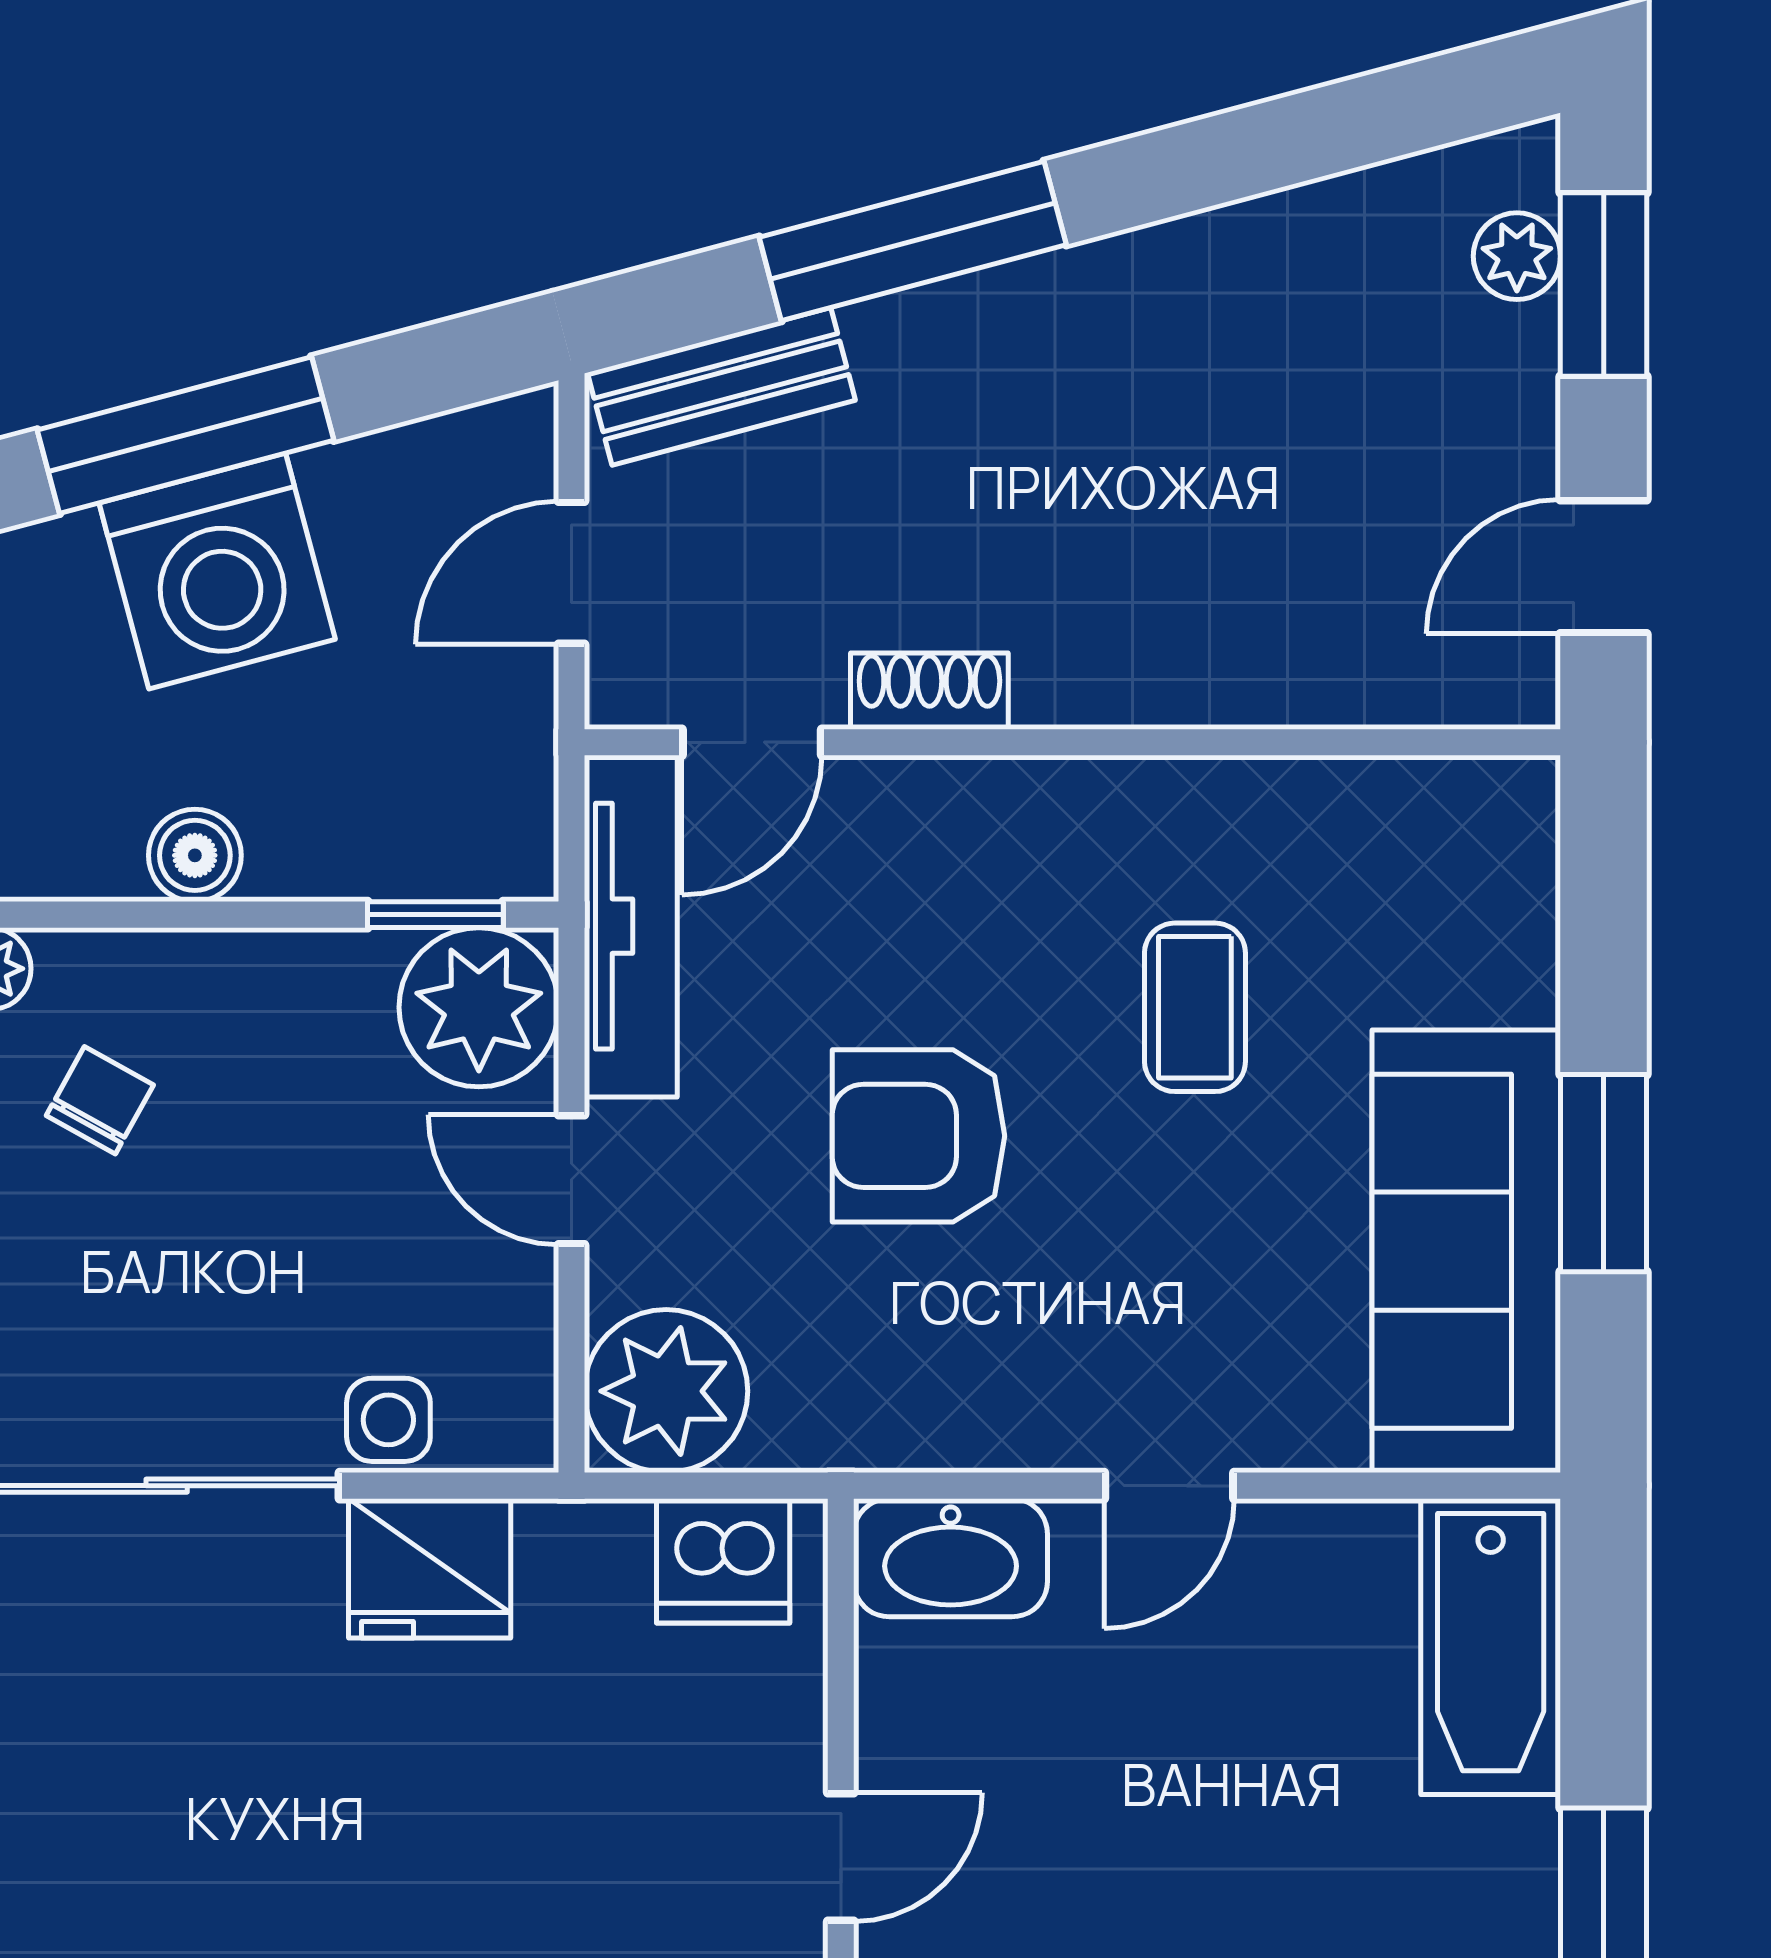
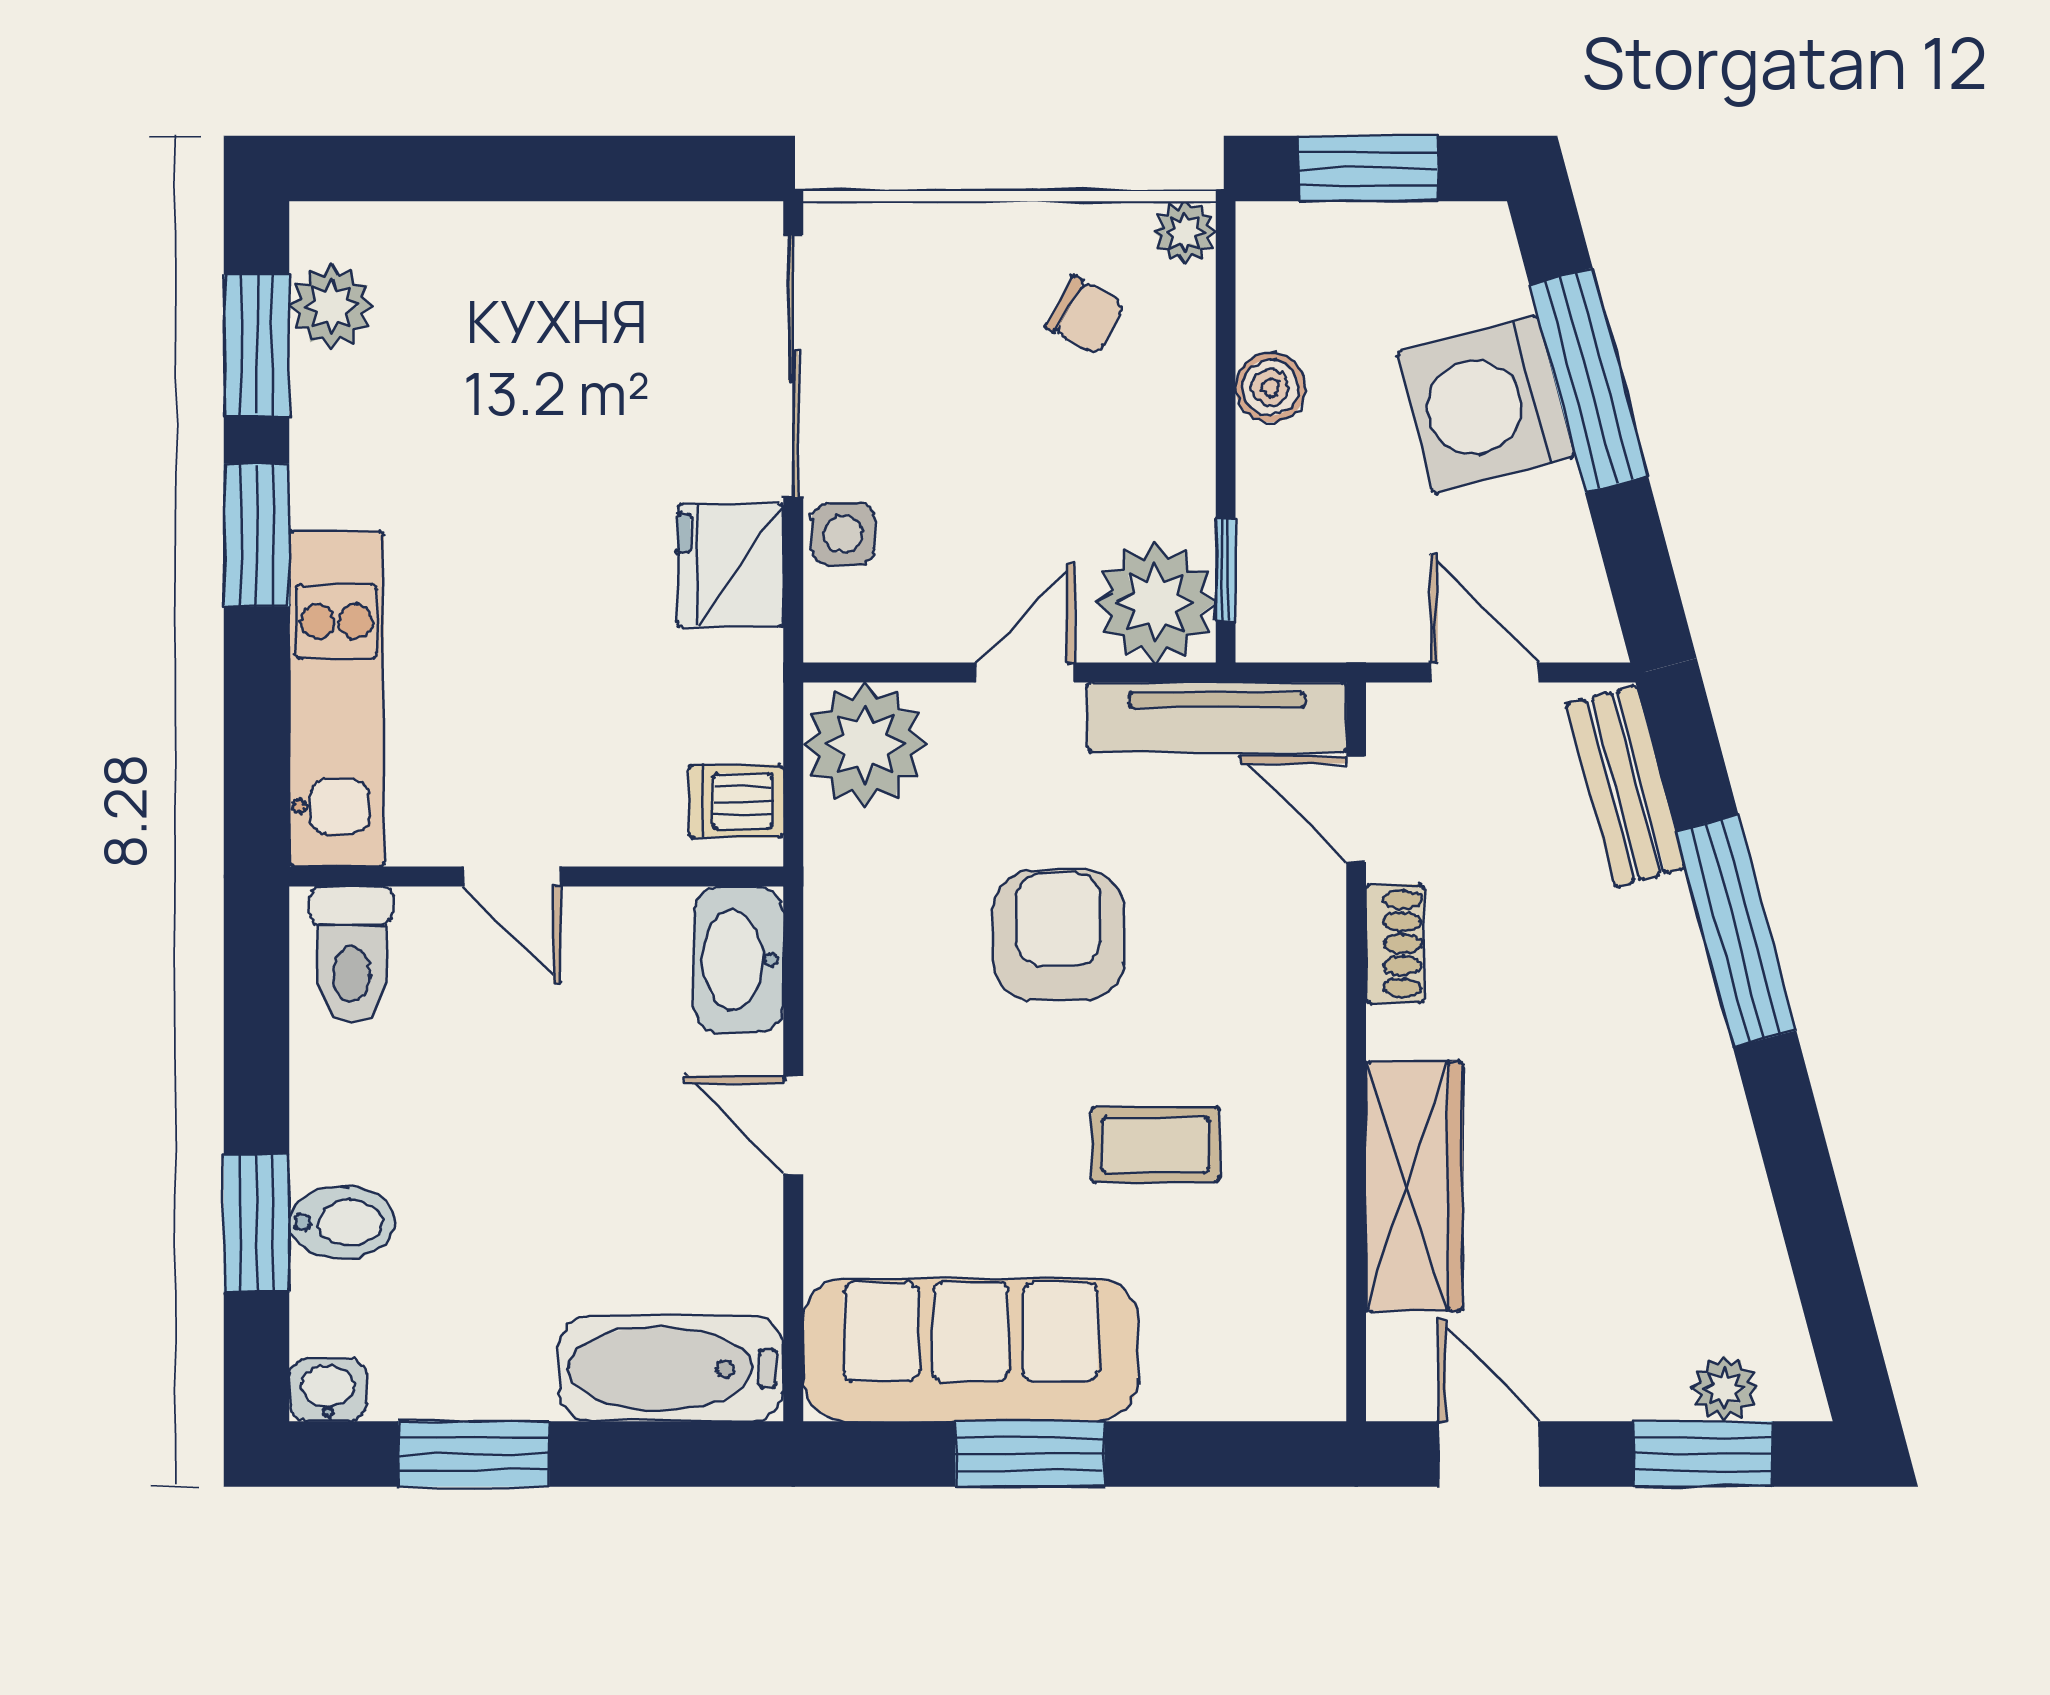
wardrobe: (1250, 665) -> (1414, 1186), added
dishwasher: (723, 1561) -> (736, 801), width x0.73

